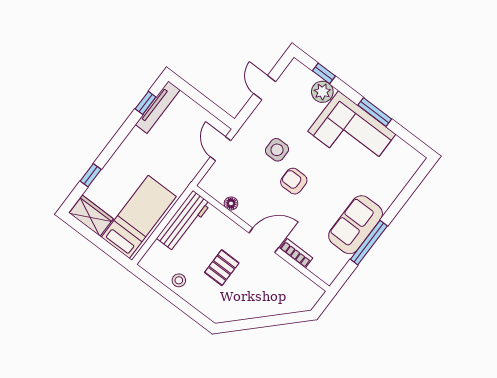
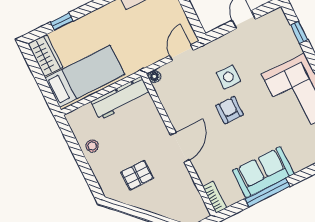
plant: (322, 92) -> (290, 47), removed
floor lamp: (231, 203) -> (154, 76), moved
door: (264, 240) -> (180, 147), hinge flipped
bookcase: (296, 253) -> (215, 197), moved
pallet: (222, 268) -> (137, 175), moved

